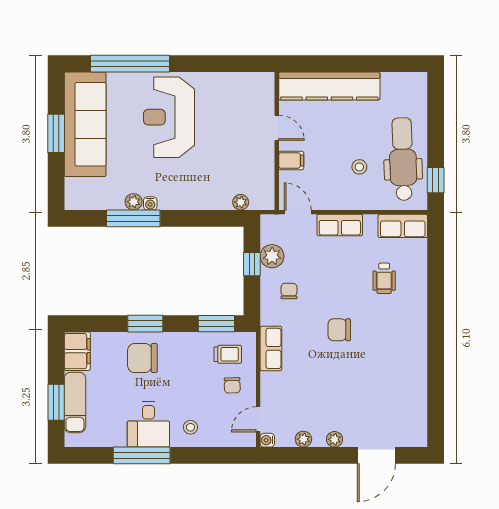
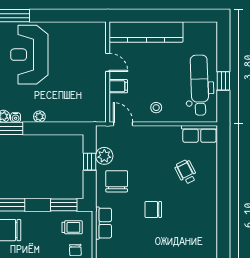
stool: (359, 167) -> (156, 108), moved
window: (436, 180) -> (223, 81), moved
plant: (241, 202) -> (39, 117), moved
row of seats: (340, 225) -> (154, 133), removed
wheelchair: (384, 278) -> (186, 172), turned 153
chair: (289, 291) -> (117, 181), width x1.87, depth x1.87

